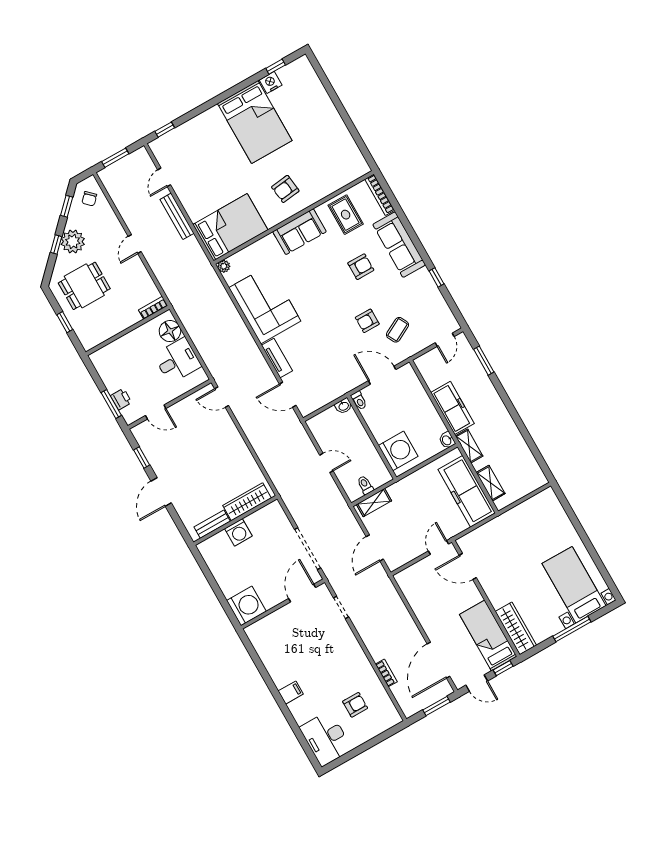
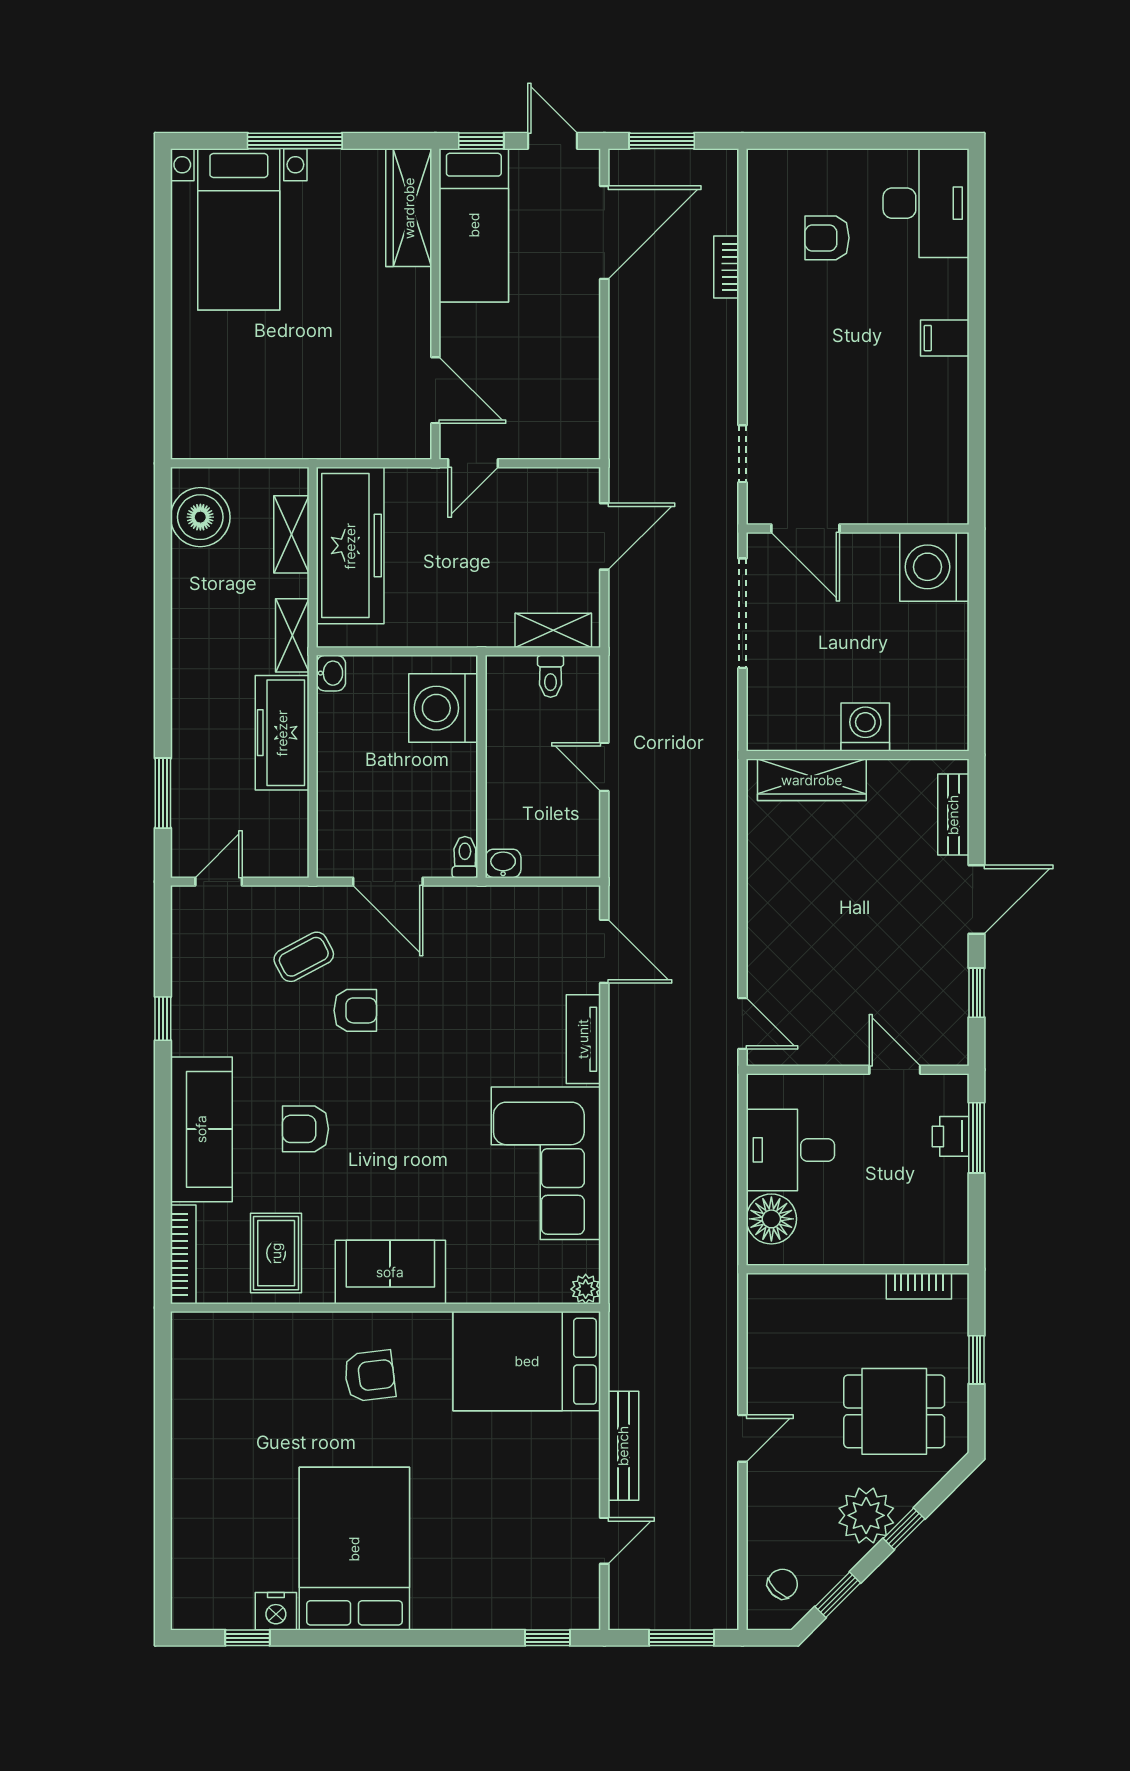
bookcase: (153, 308) -> (919, 1286), moved
boiler: (528, 470) -> (200, 517), added
bench: (212, 524) -> (953, 815), moved, turned 90
door: (302, 593) -> (805, 529), hinge flipped

